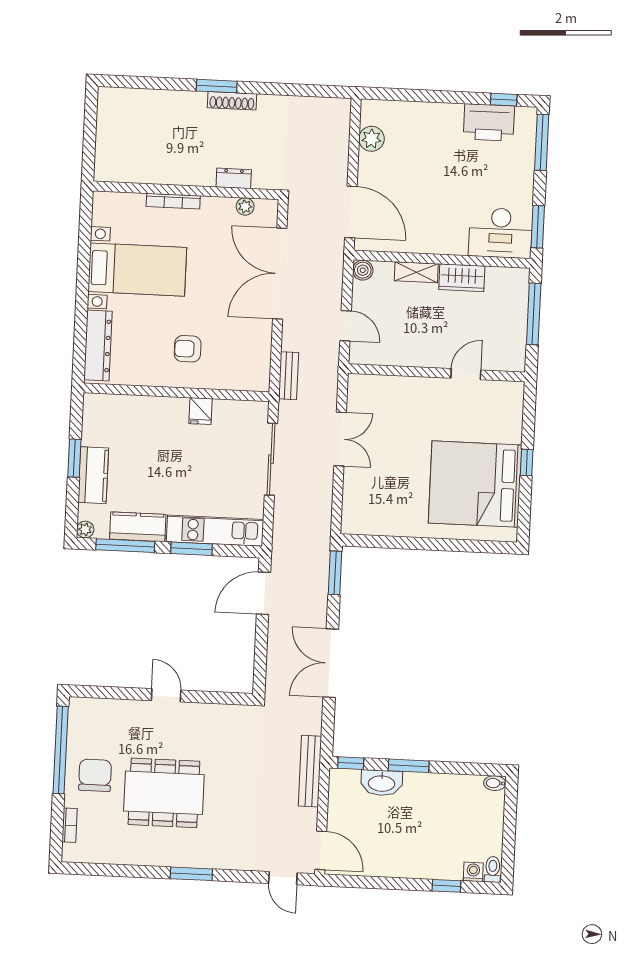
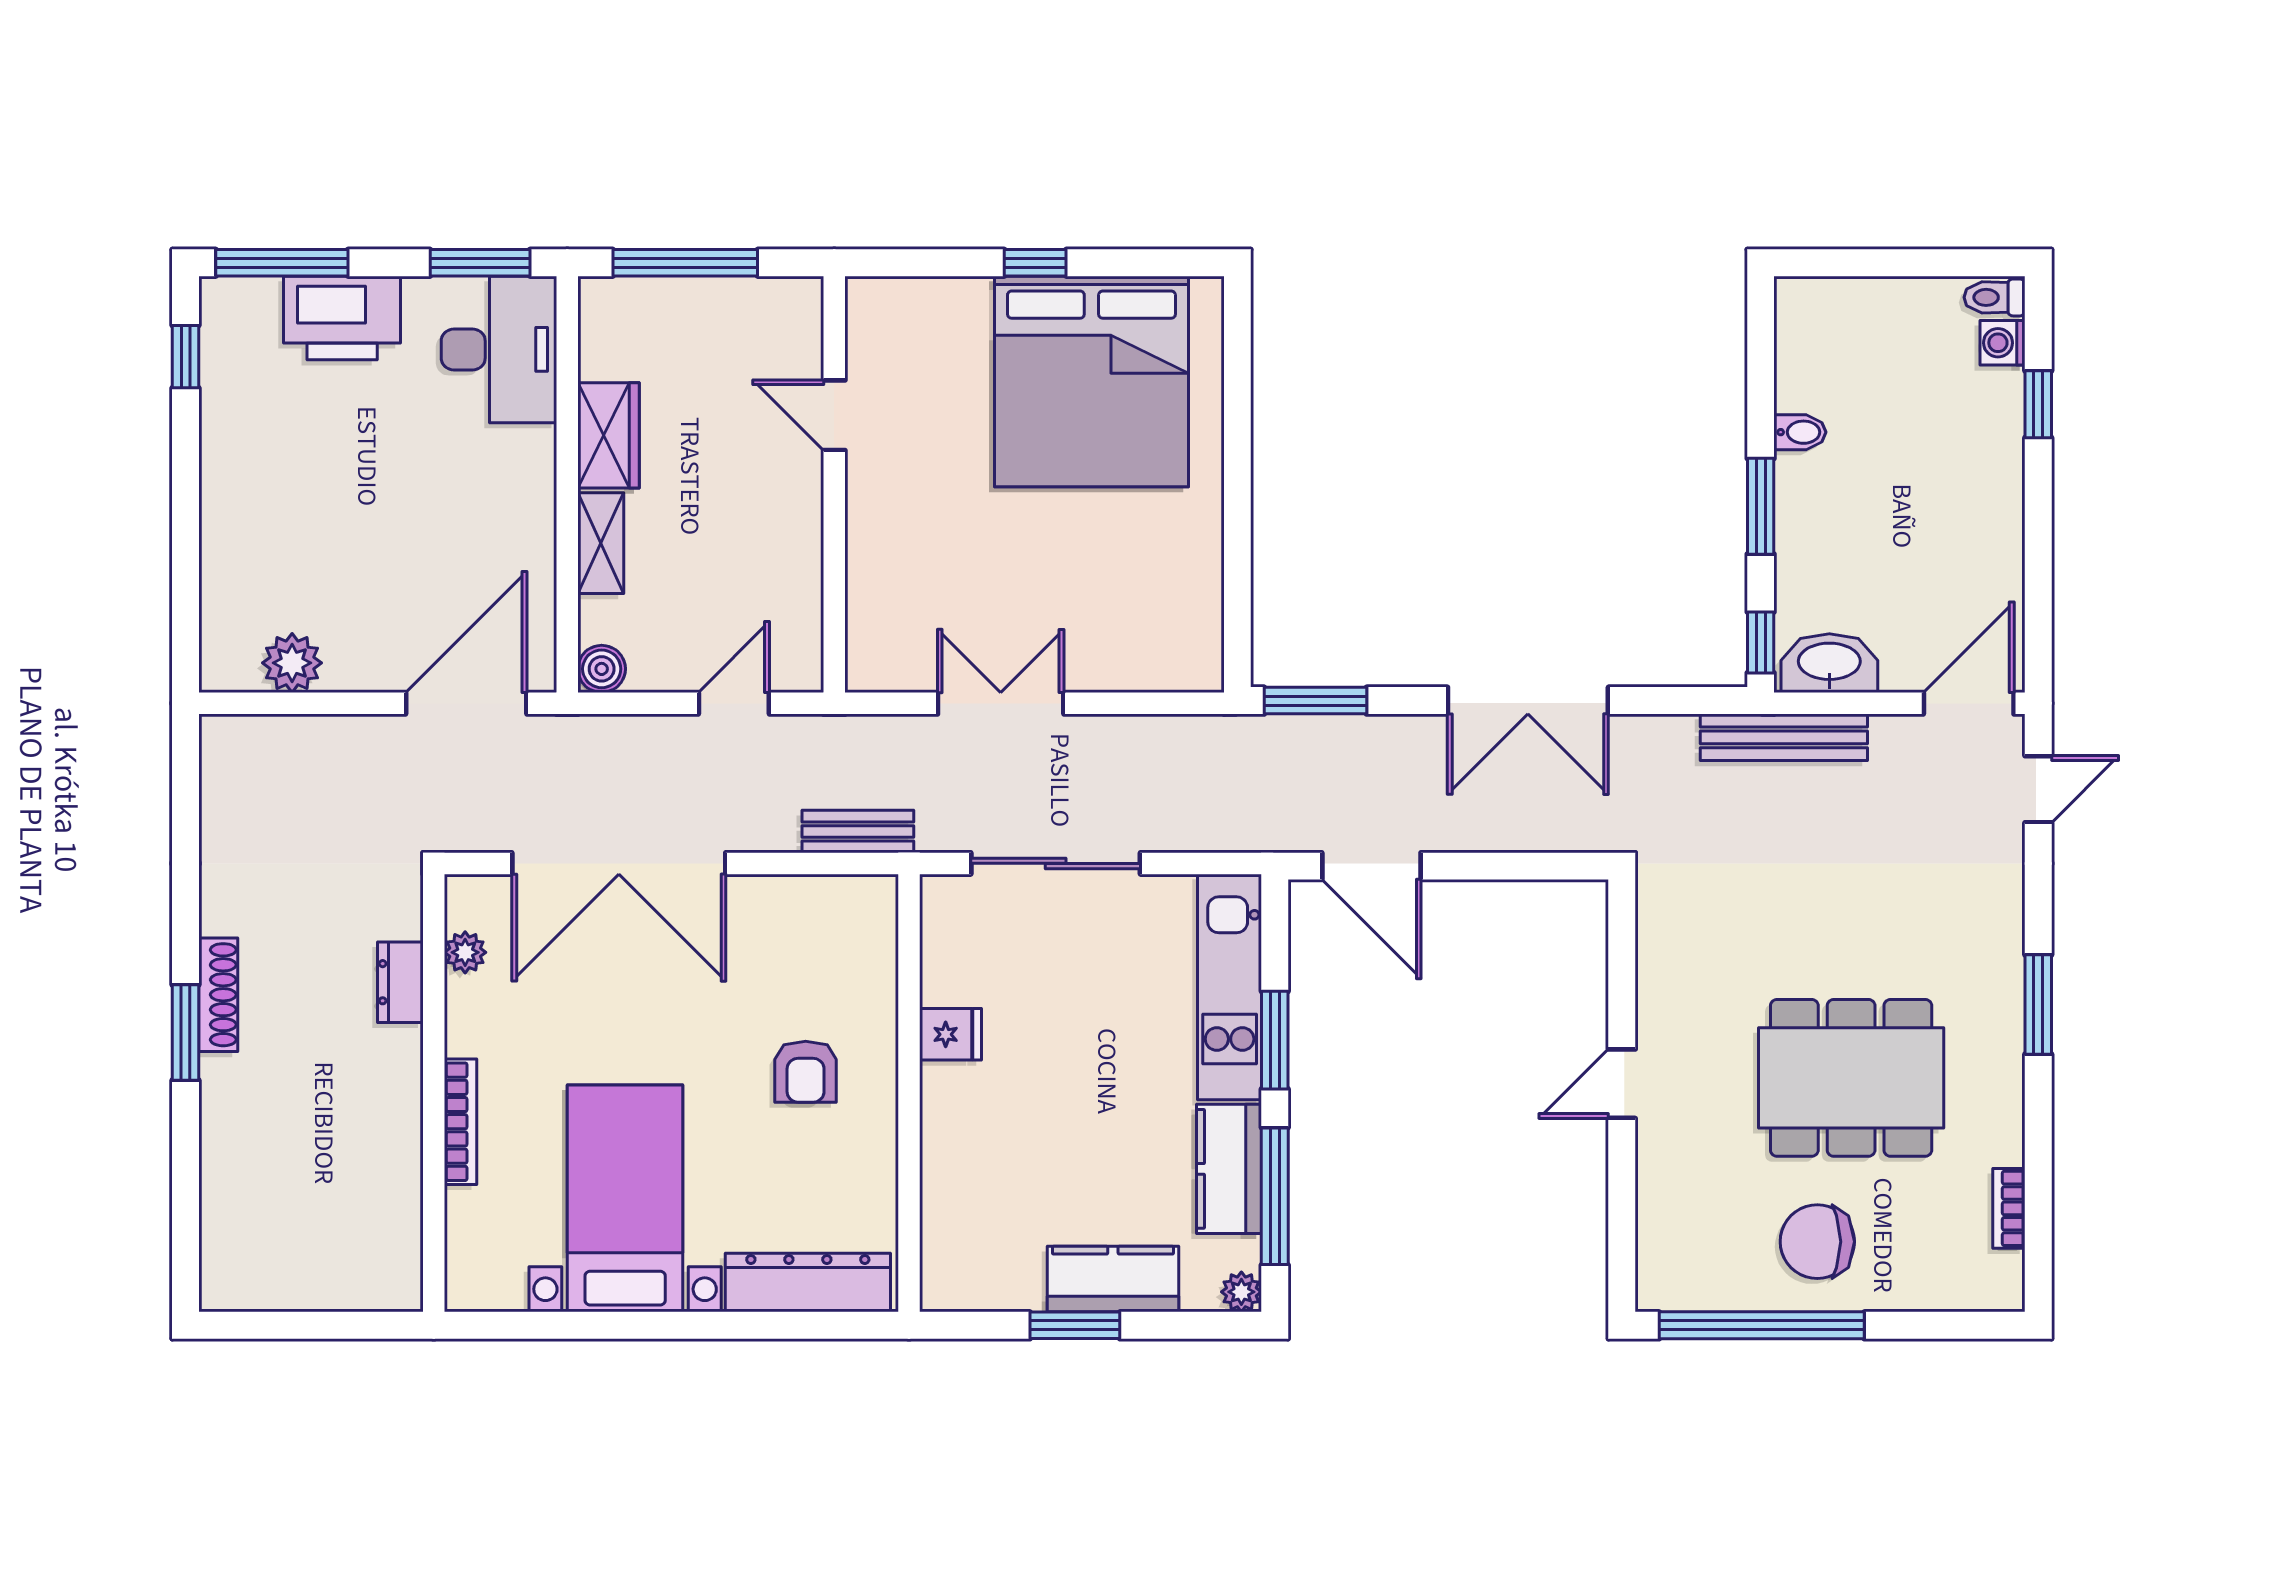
printer: (489, 122) -> (342, 318), moved, turned 90
washbasin: (382, 783) -> (1829, 663), moved, turned -90
bidet: (495, 783) -> (1800, 432), moved, turned -90
dining table: (164, 793) -> (1851, 1078), turned 90
bookcase: (70, 825) -> (2009, 1208), moved, turned -90

